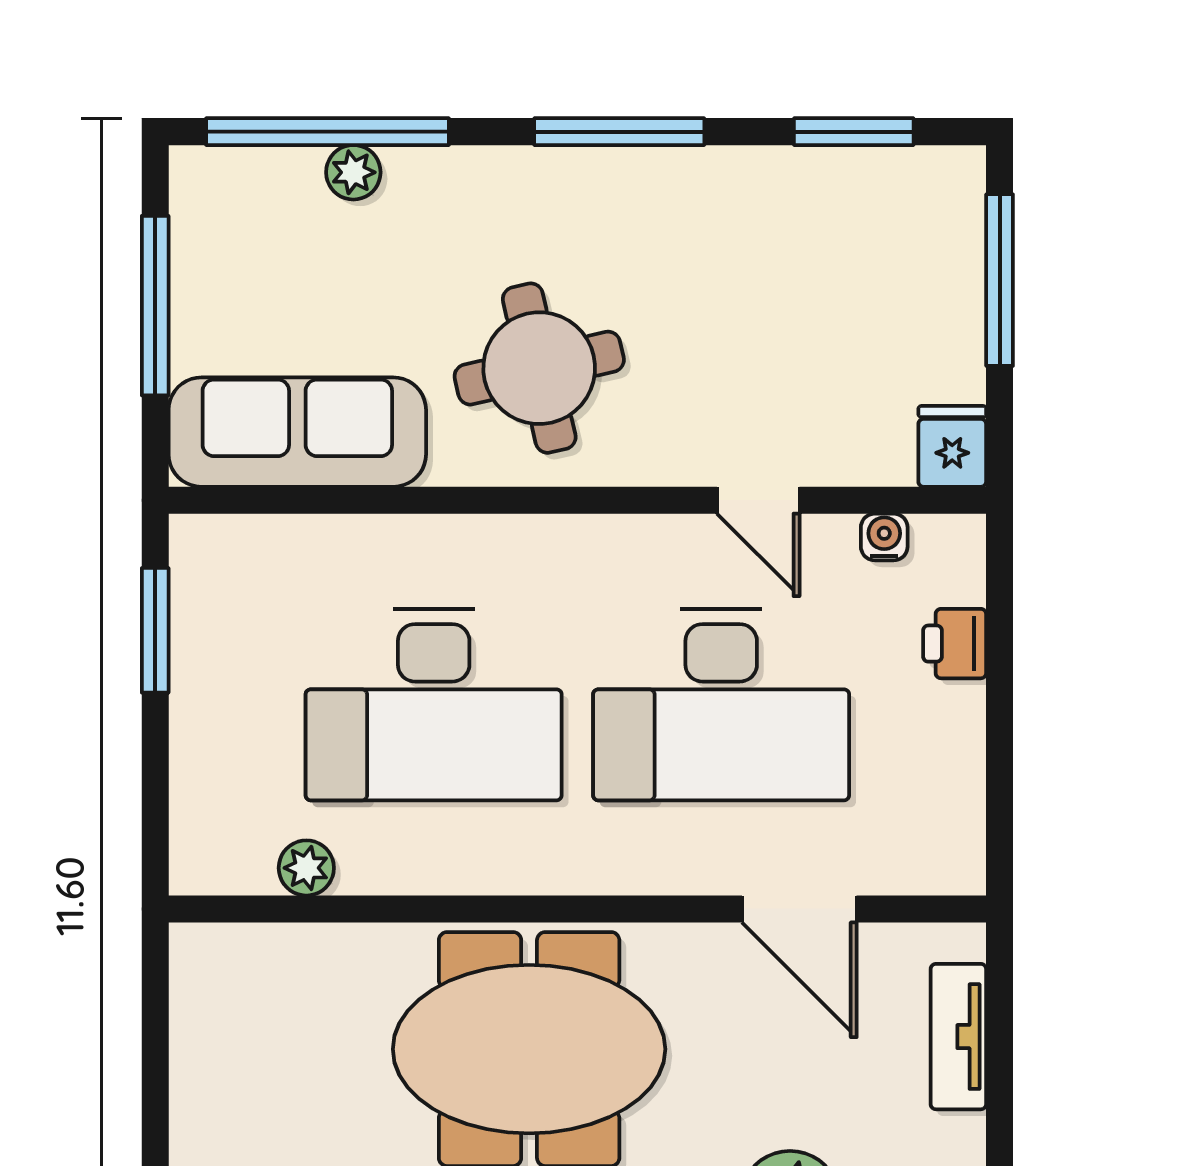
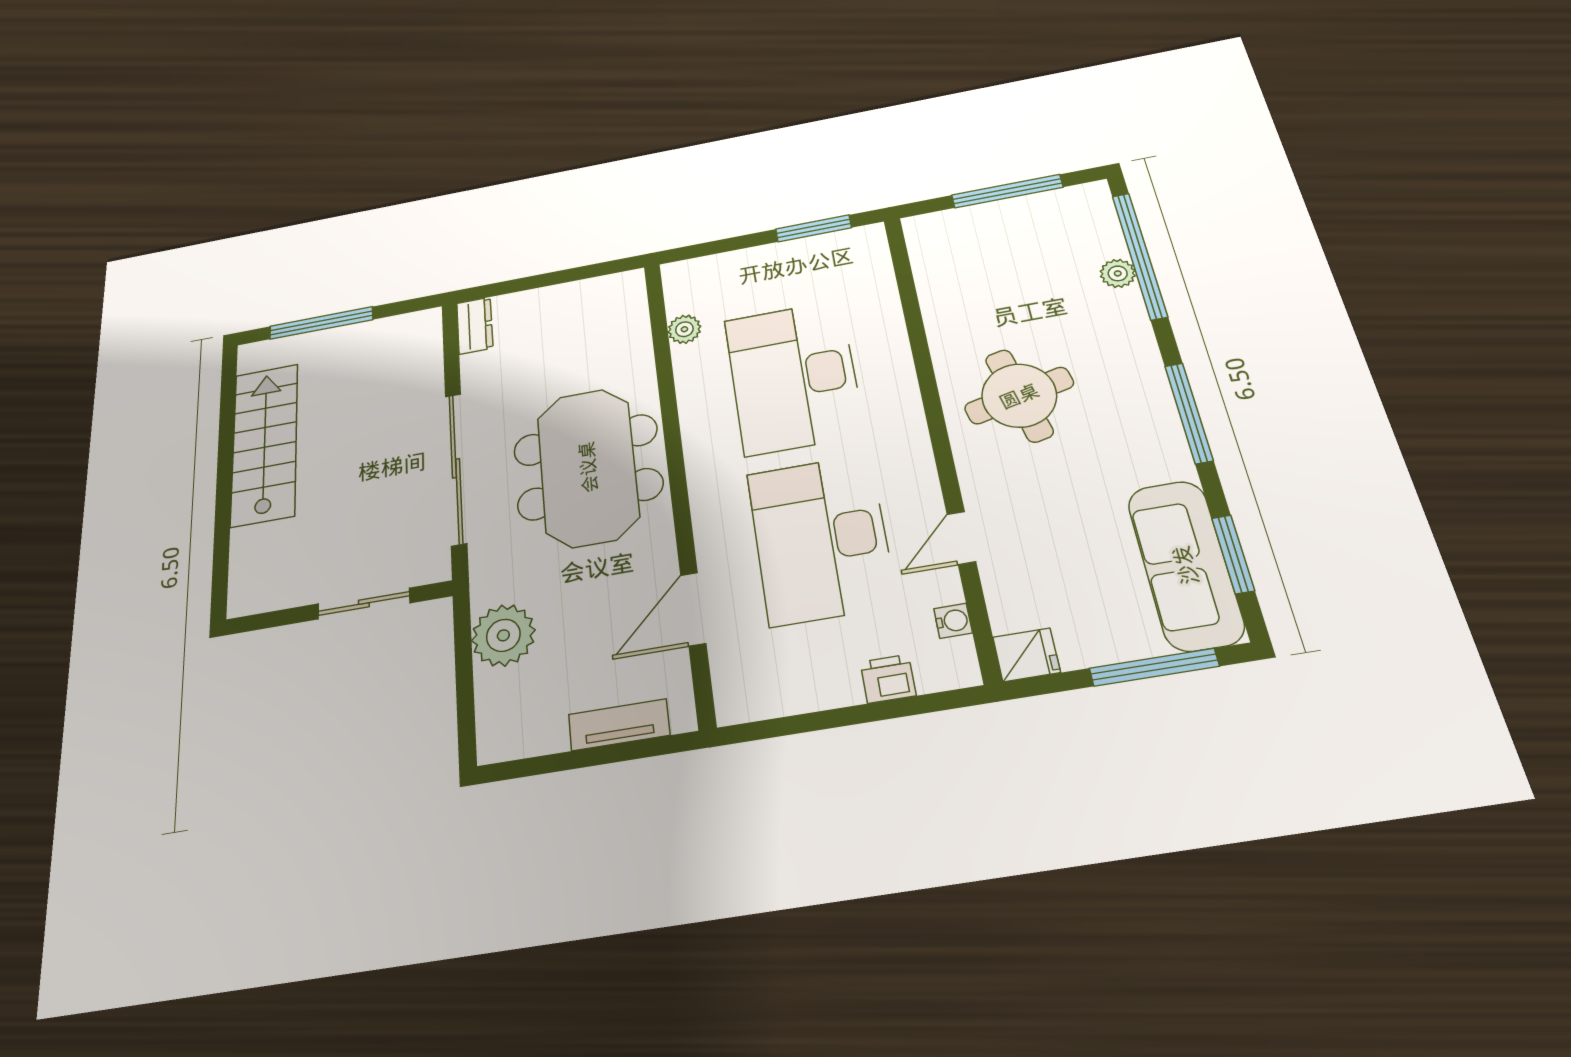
sofa: (297, 432) -> (1185, 565), moved, turned 180

